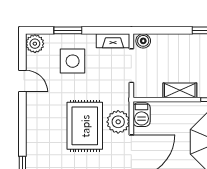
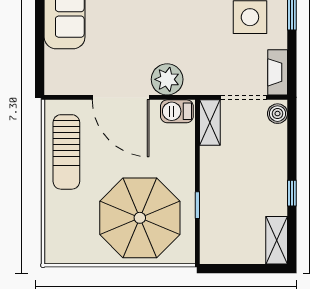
shelving: (180, 90) -> (210, 122), moved
rug: (85, 126) -> (162, 34), removed

